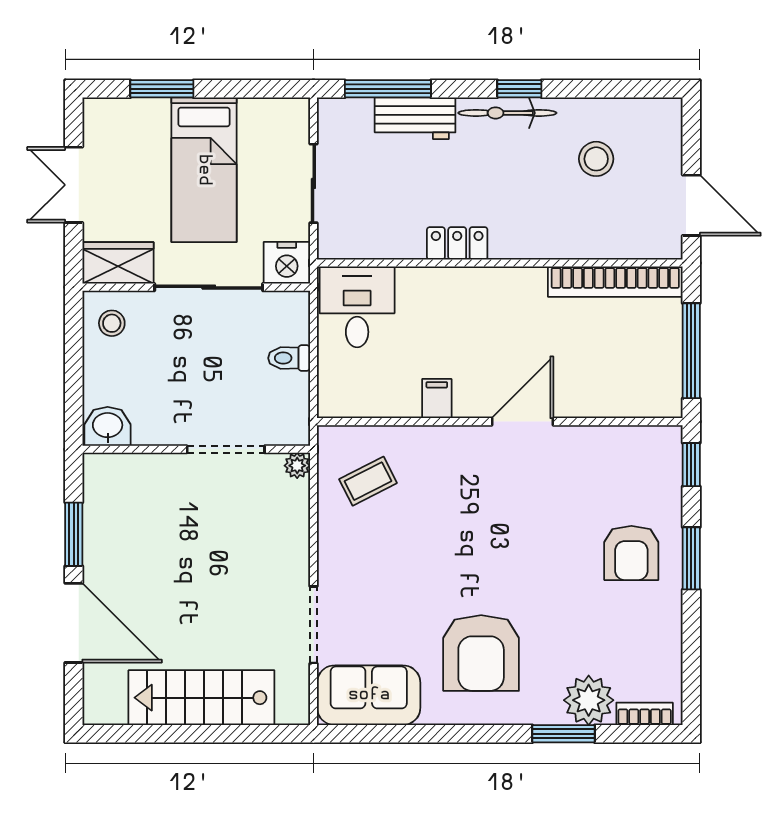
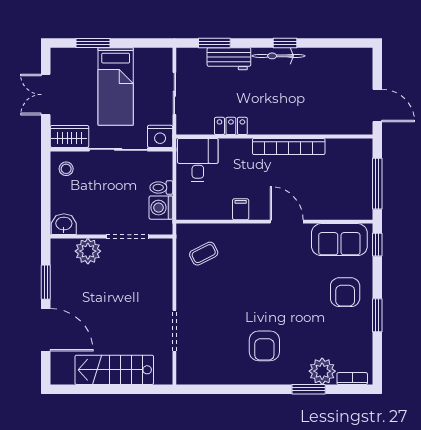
window: (388, 89) -> (214, 43), width x0.69
stool: (596, 159) -> (326, 81), removed
locker: (457, 243) -> (231, 126), moved
bookcase: (615, 282) -> (289, 147), moved
washing machine: (288, 395) -> (161, 208), added
door: (522, 422) -> (287, 222), hinge flipped
plant: (297, 466) -> (88, 251), moved, width x1.88, depth x1.88
window: (691, 558) -> (377, 315), moved
armchair: (481, 653) -> (264, 346), width x0.73, depth x0.73
sofa: (369, 695) -> (339, 240), moved, turned 180

